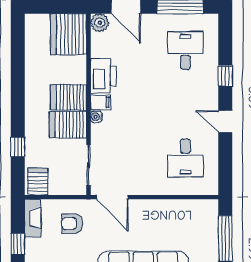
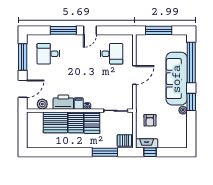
plant: (100, 23) -> (42, 104), moved
server rack: (68, 34) -> (55, 122), moved
window: (225, 76) -> (63, 30), width x2.17
window: (18, 147) -> (105, 152), width x2.17
door: (112, 197) -> (134, 75), moved
window: (18, 244) -> (150, 152), moved

